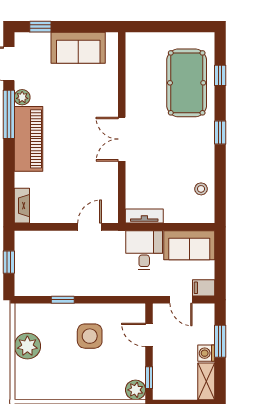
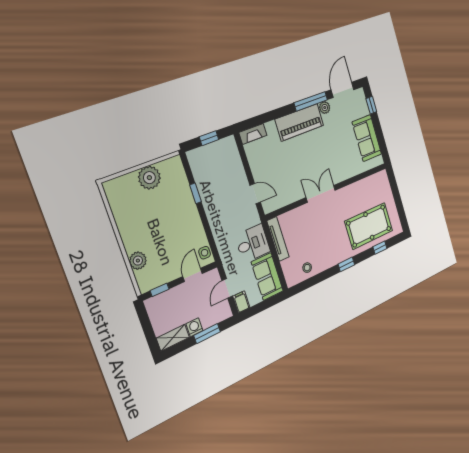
tv unit: (144, 216) -> (278, 239), width x1.41
side table: (90, 336) -> (205, 253), moved, width x0.54, depth x0.54
plant: (136, 390) -> (138, 261), moved

